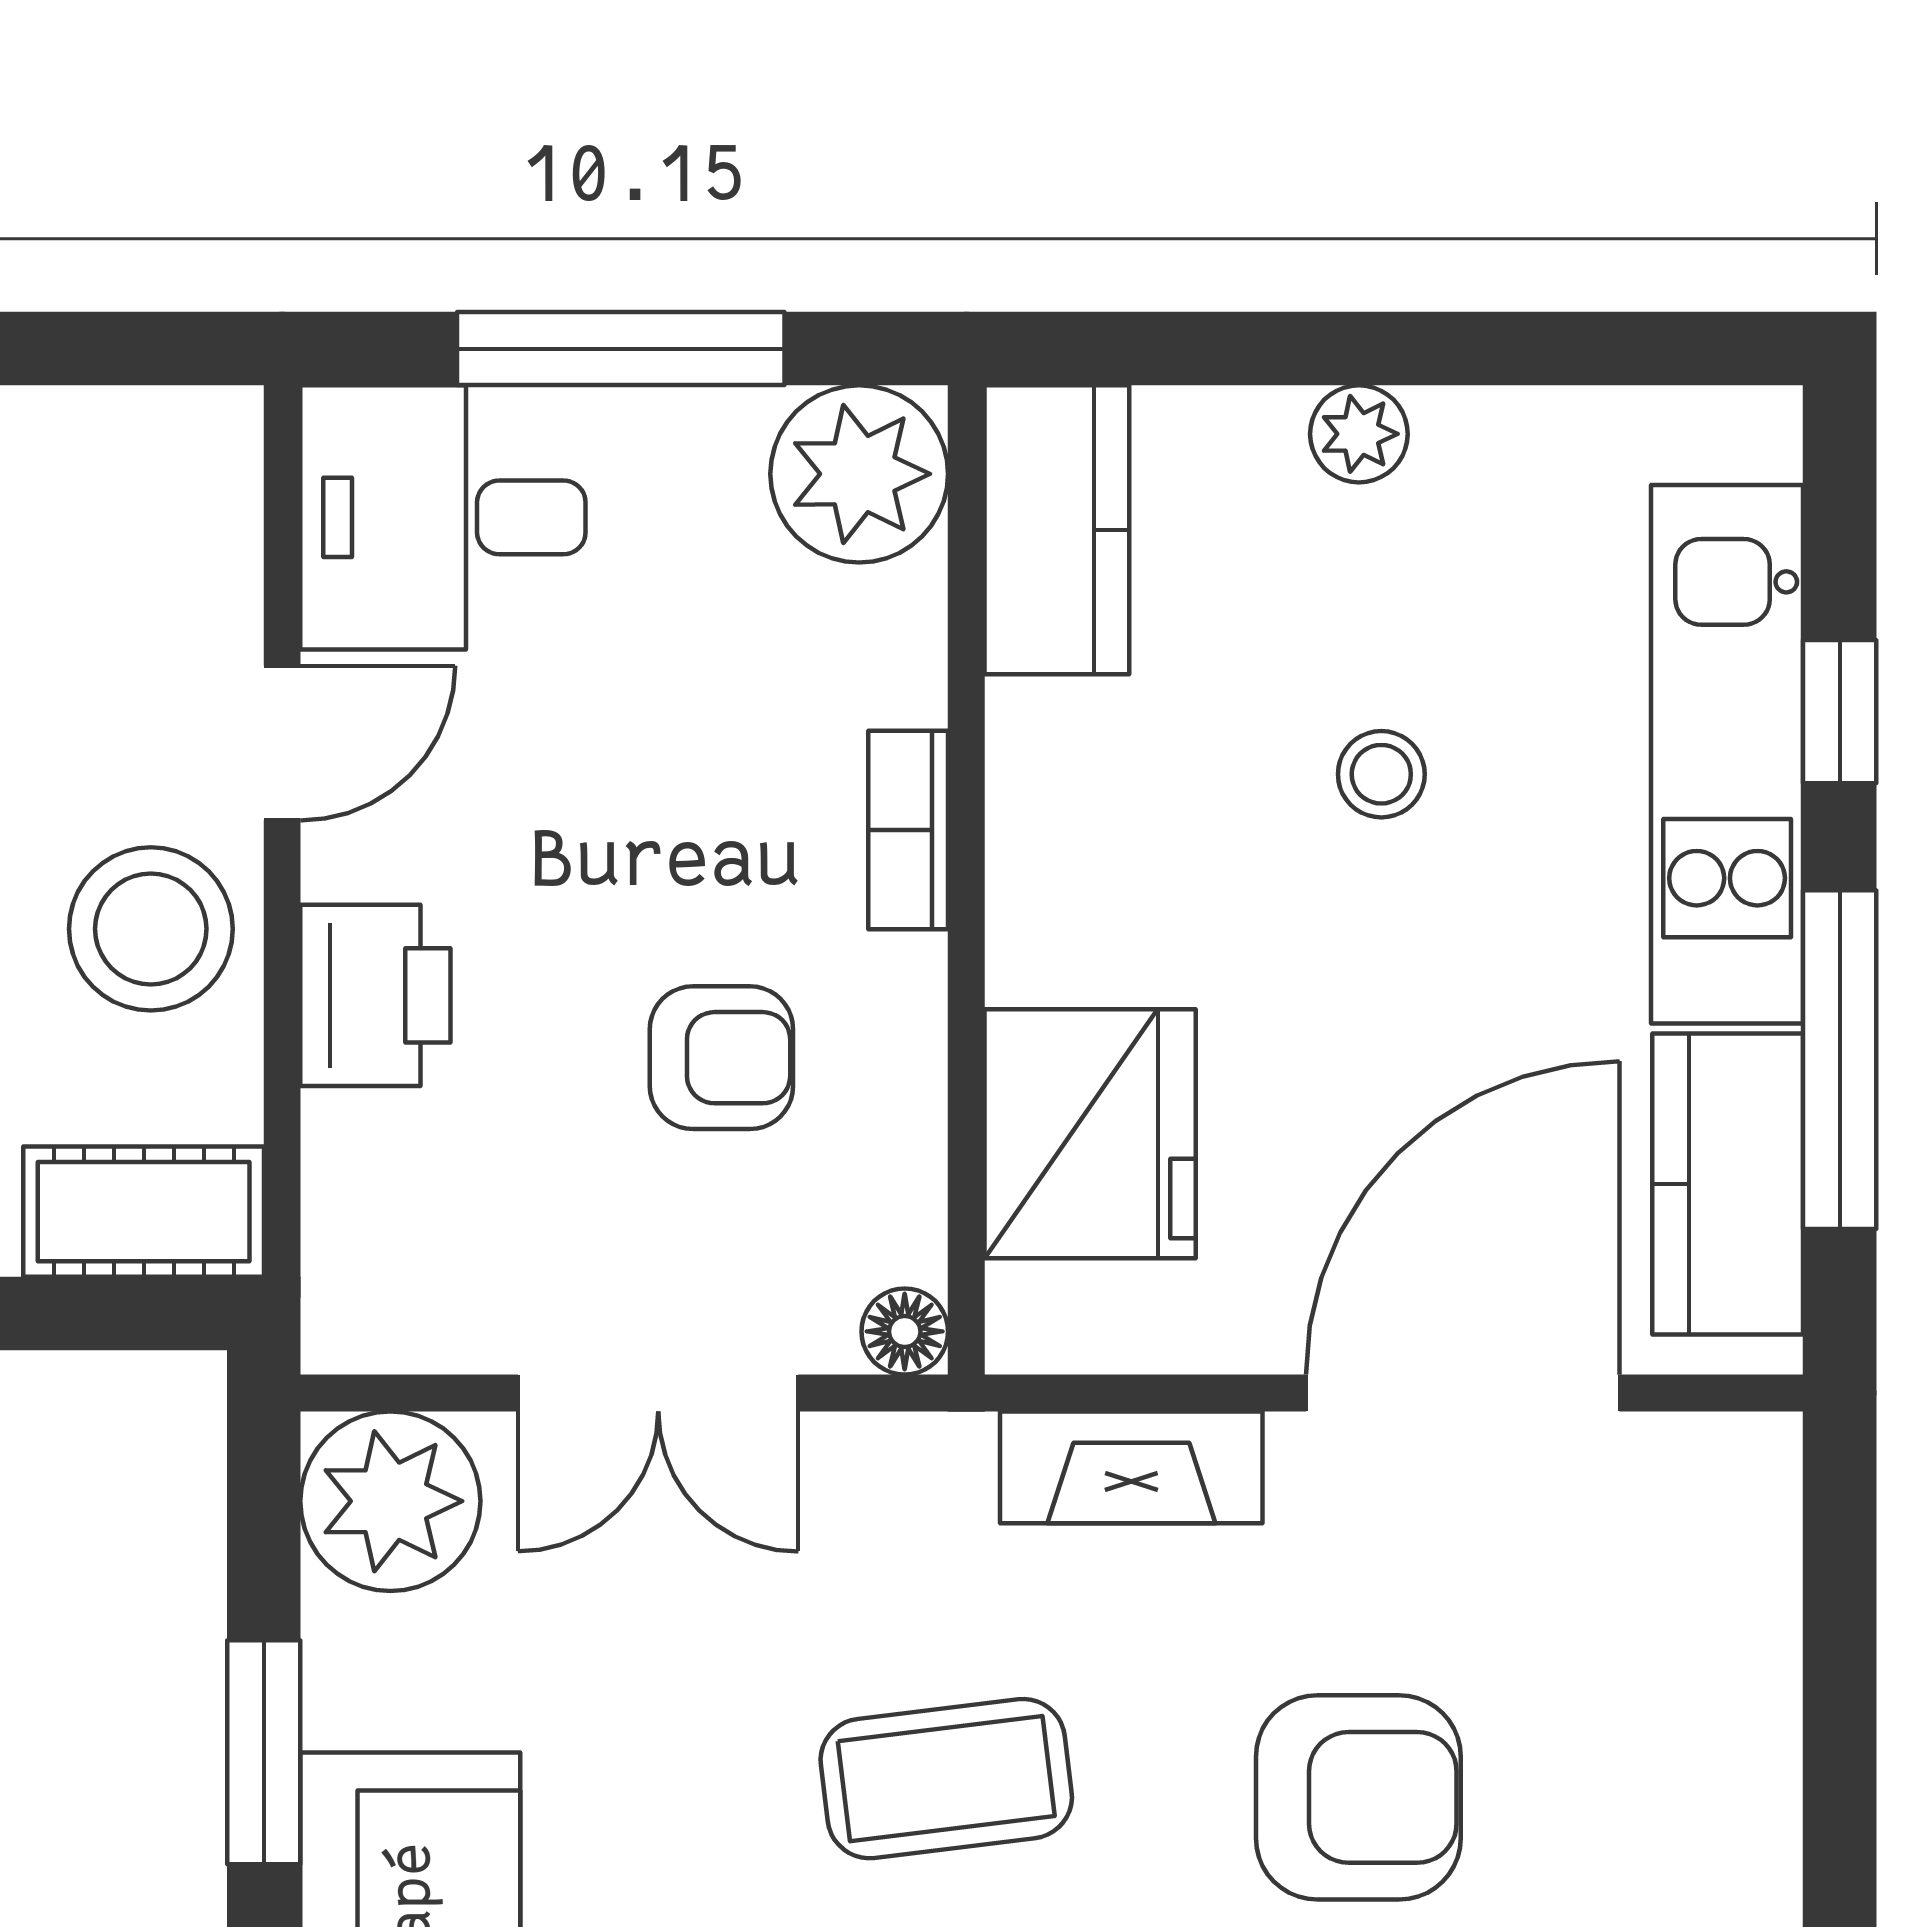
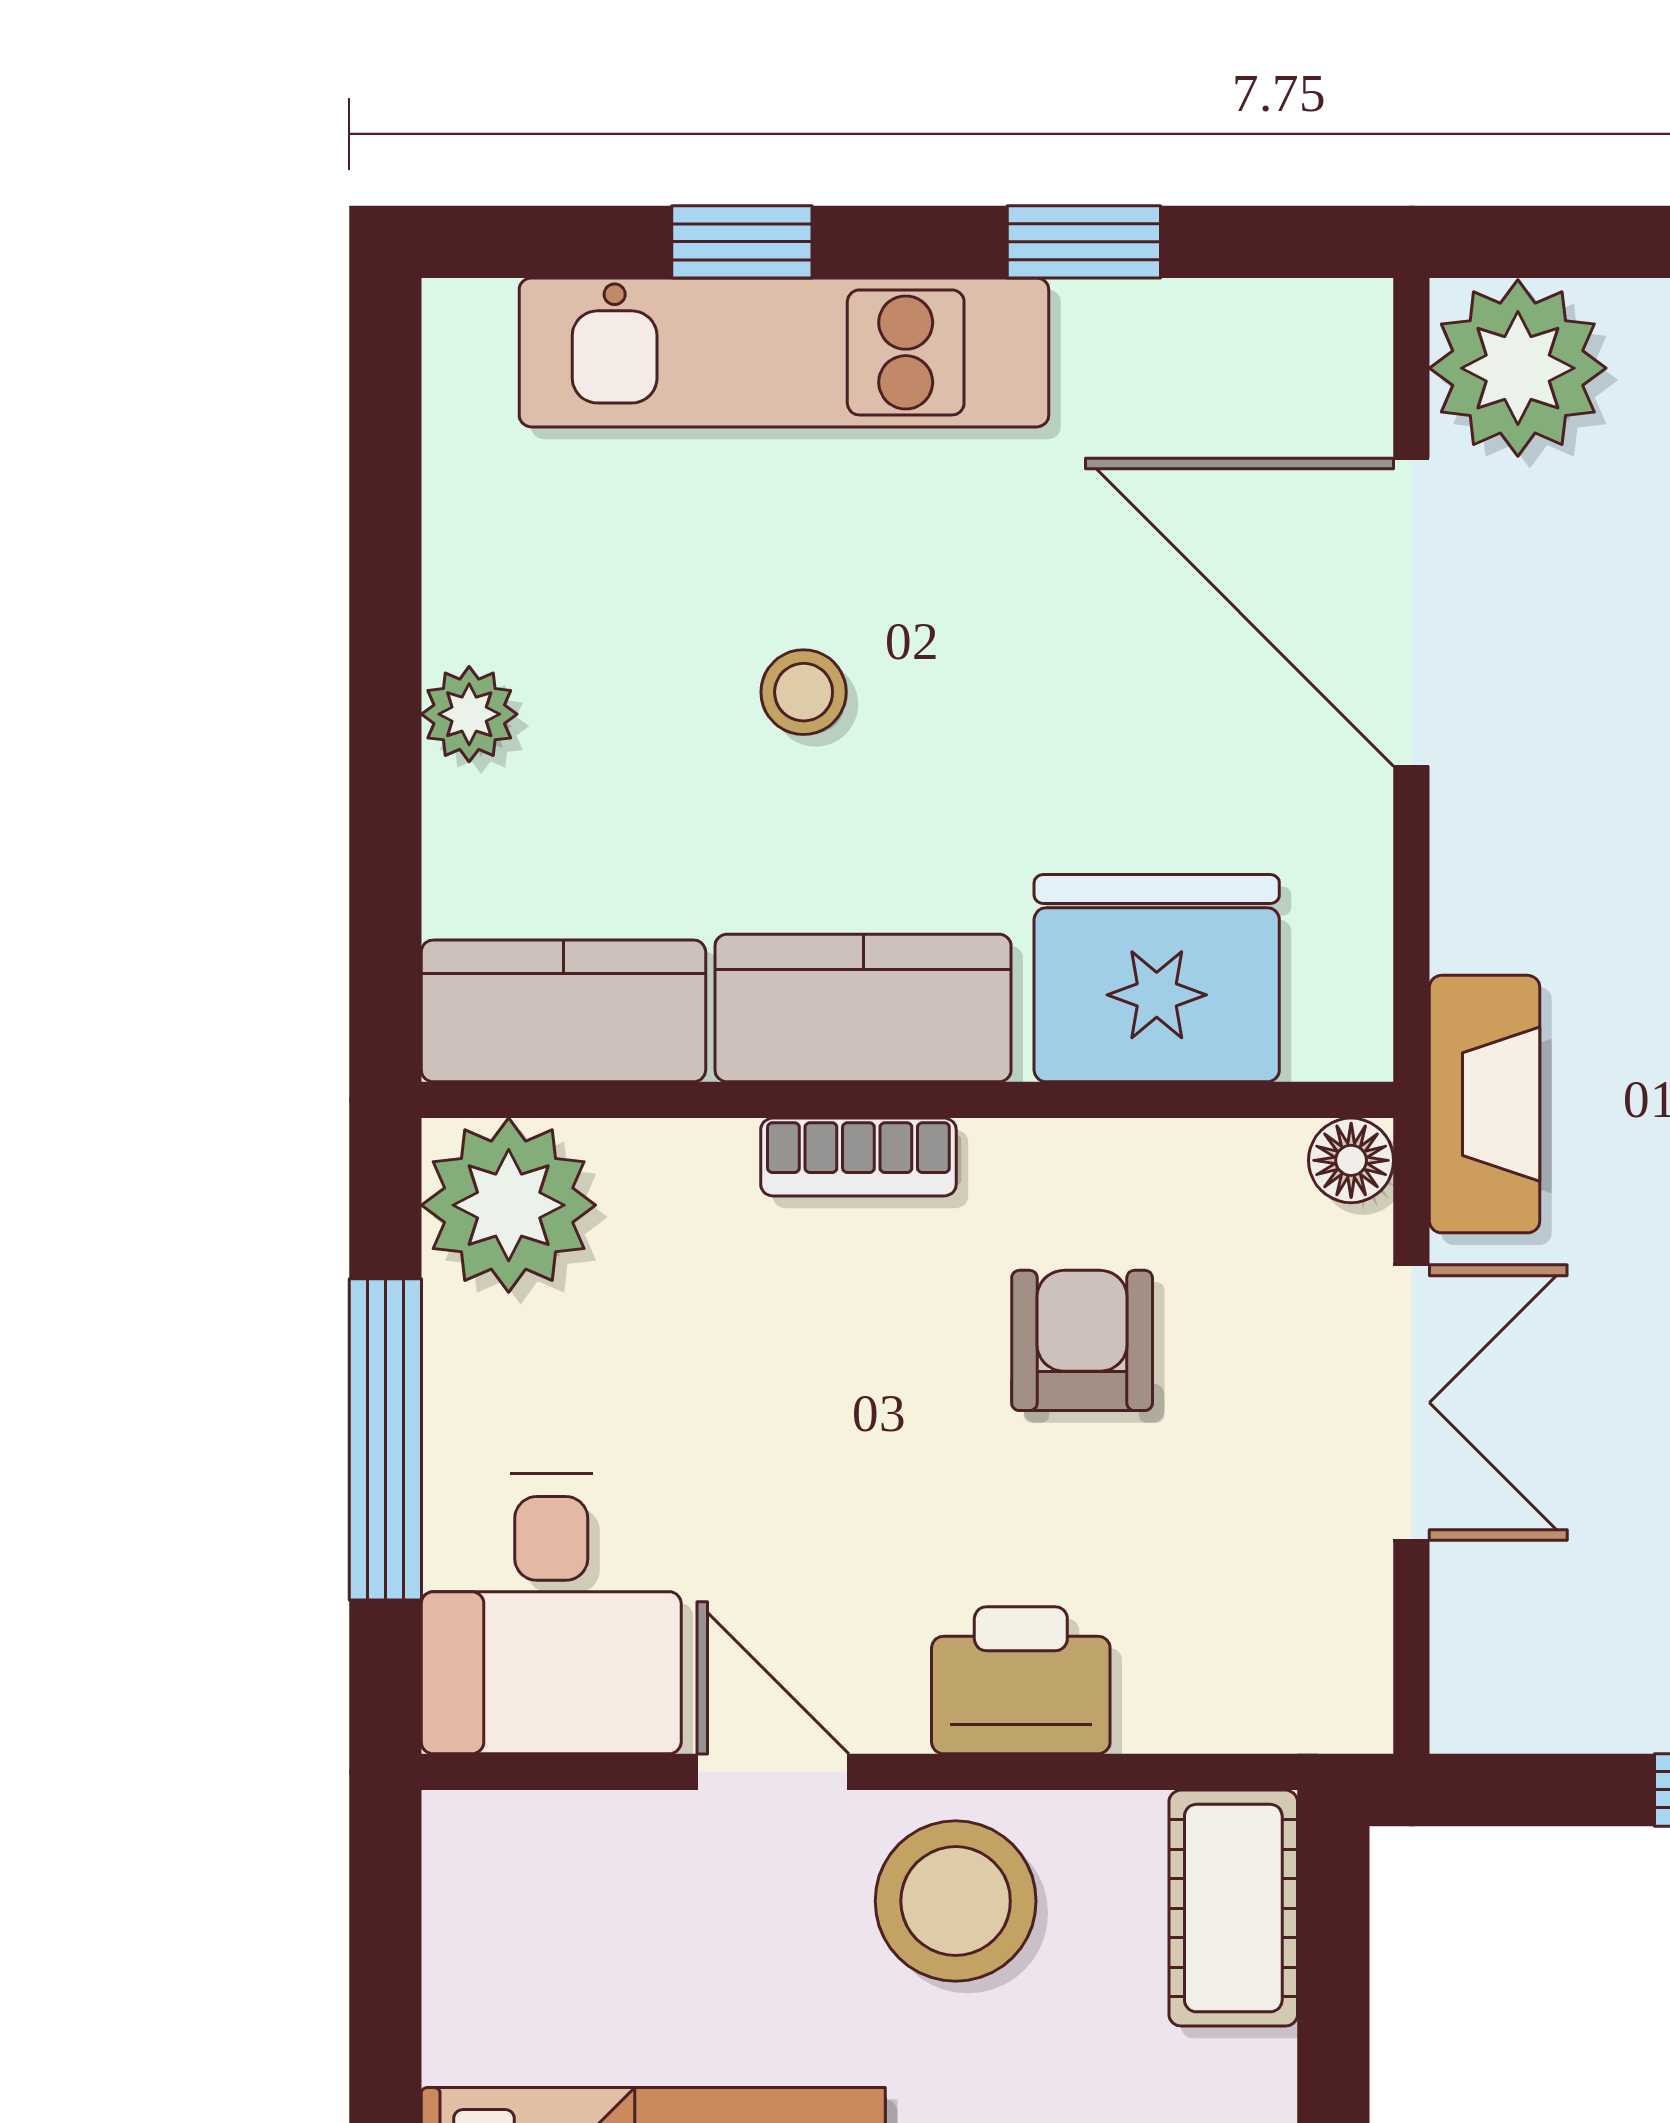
window: (1840, 1060) -> (1084, 242), width x0.46
kitchen counter: (1728, 1184) -> (863, 1008), moved, turned 180
fireplace: (1131, 1467) -> (1485, 1104), moved
plant: (390, 1501) -> (1518, 368), moved

